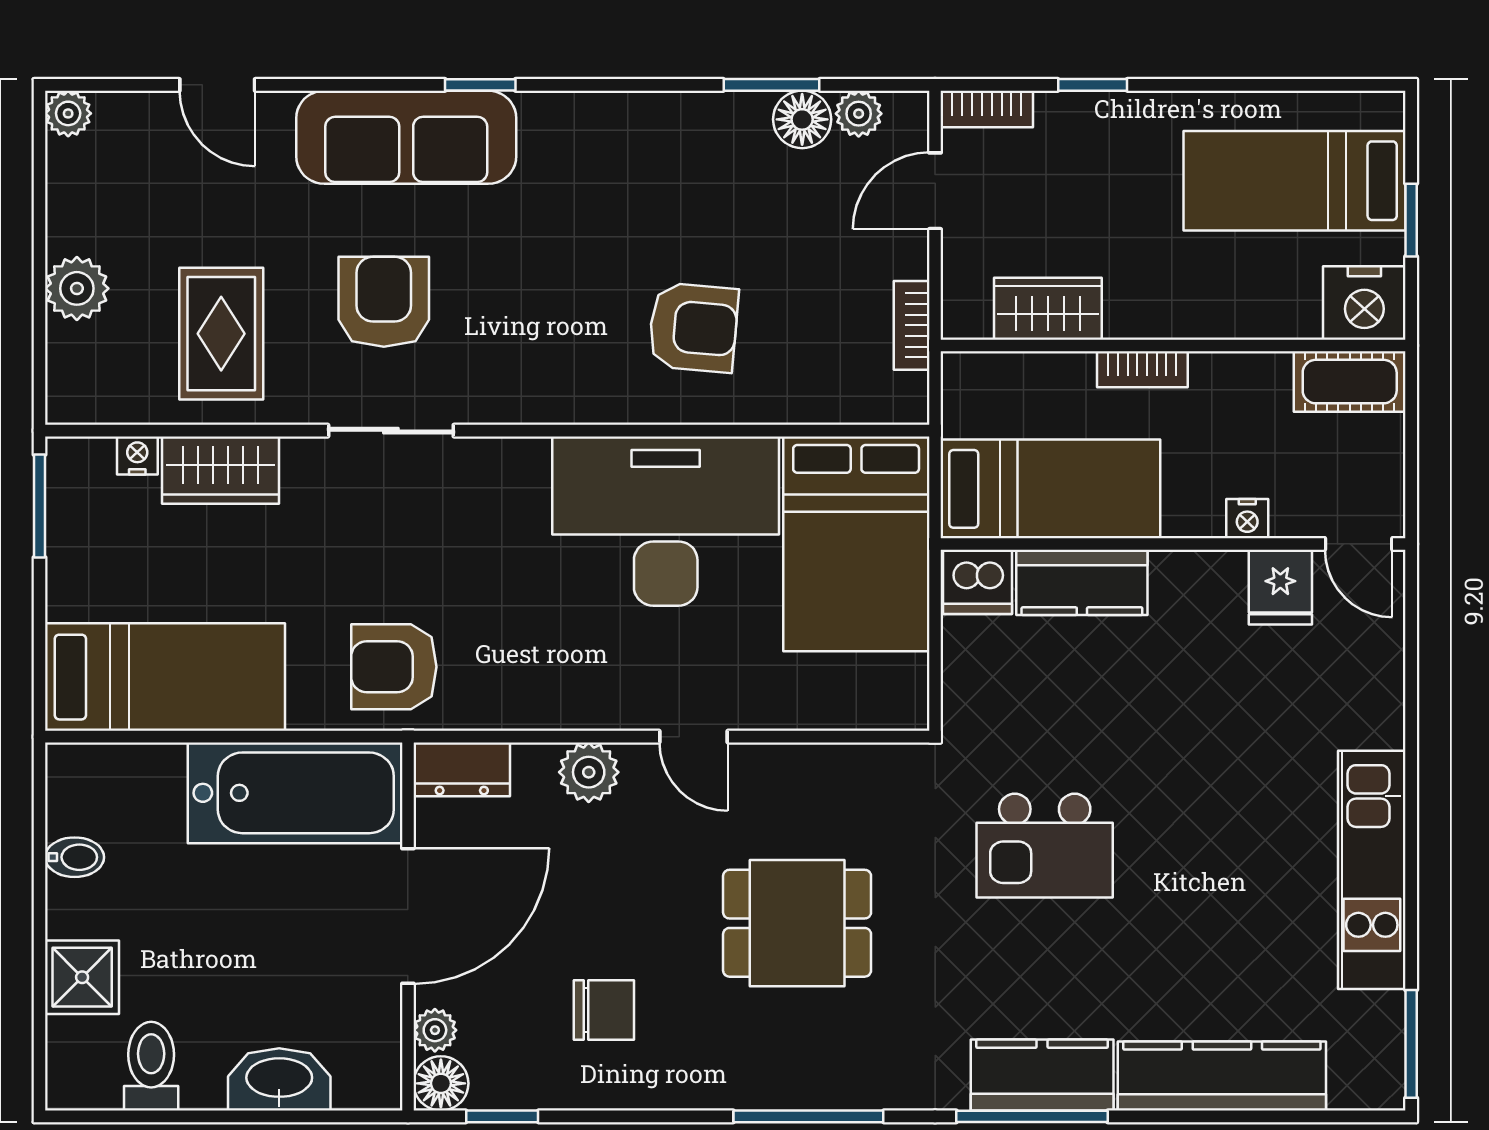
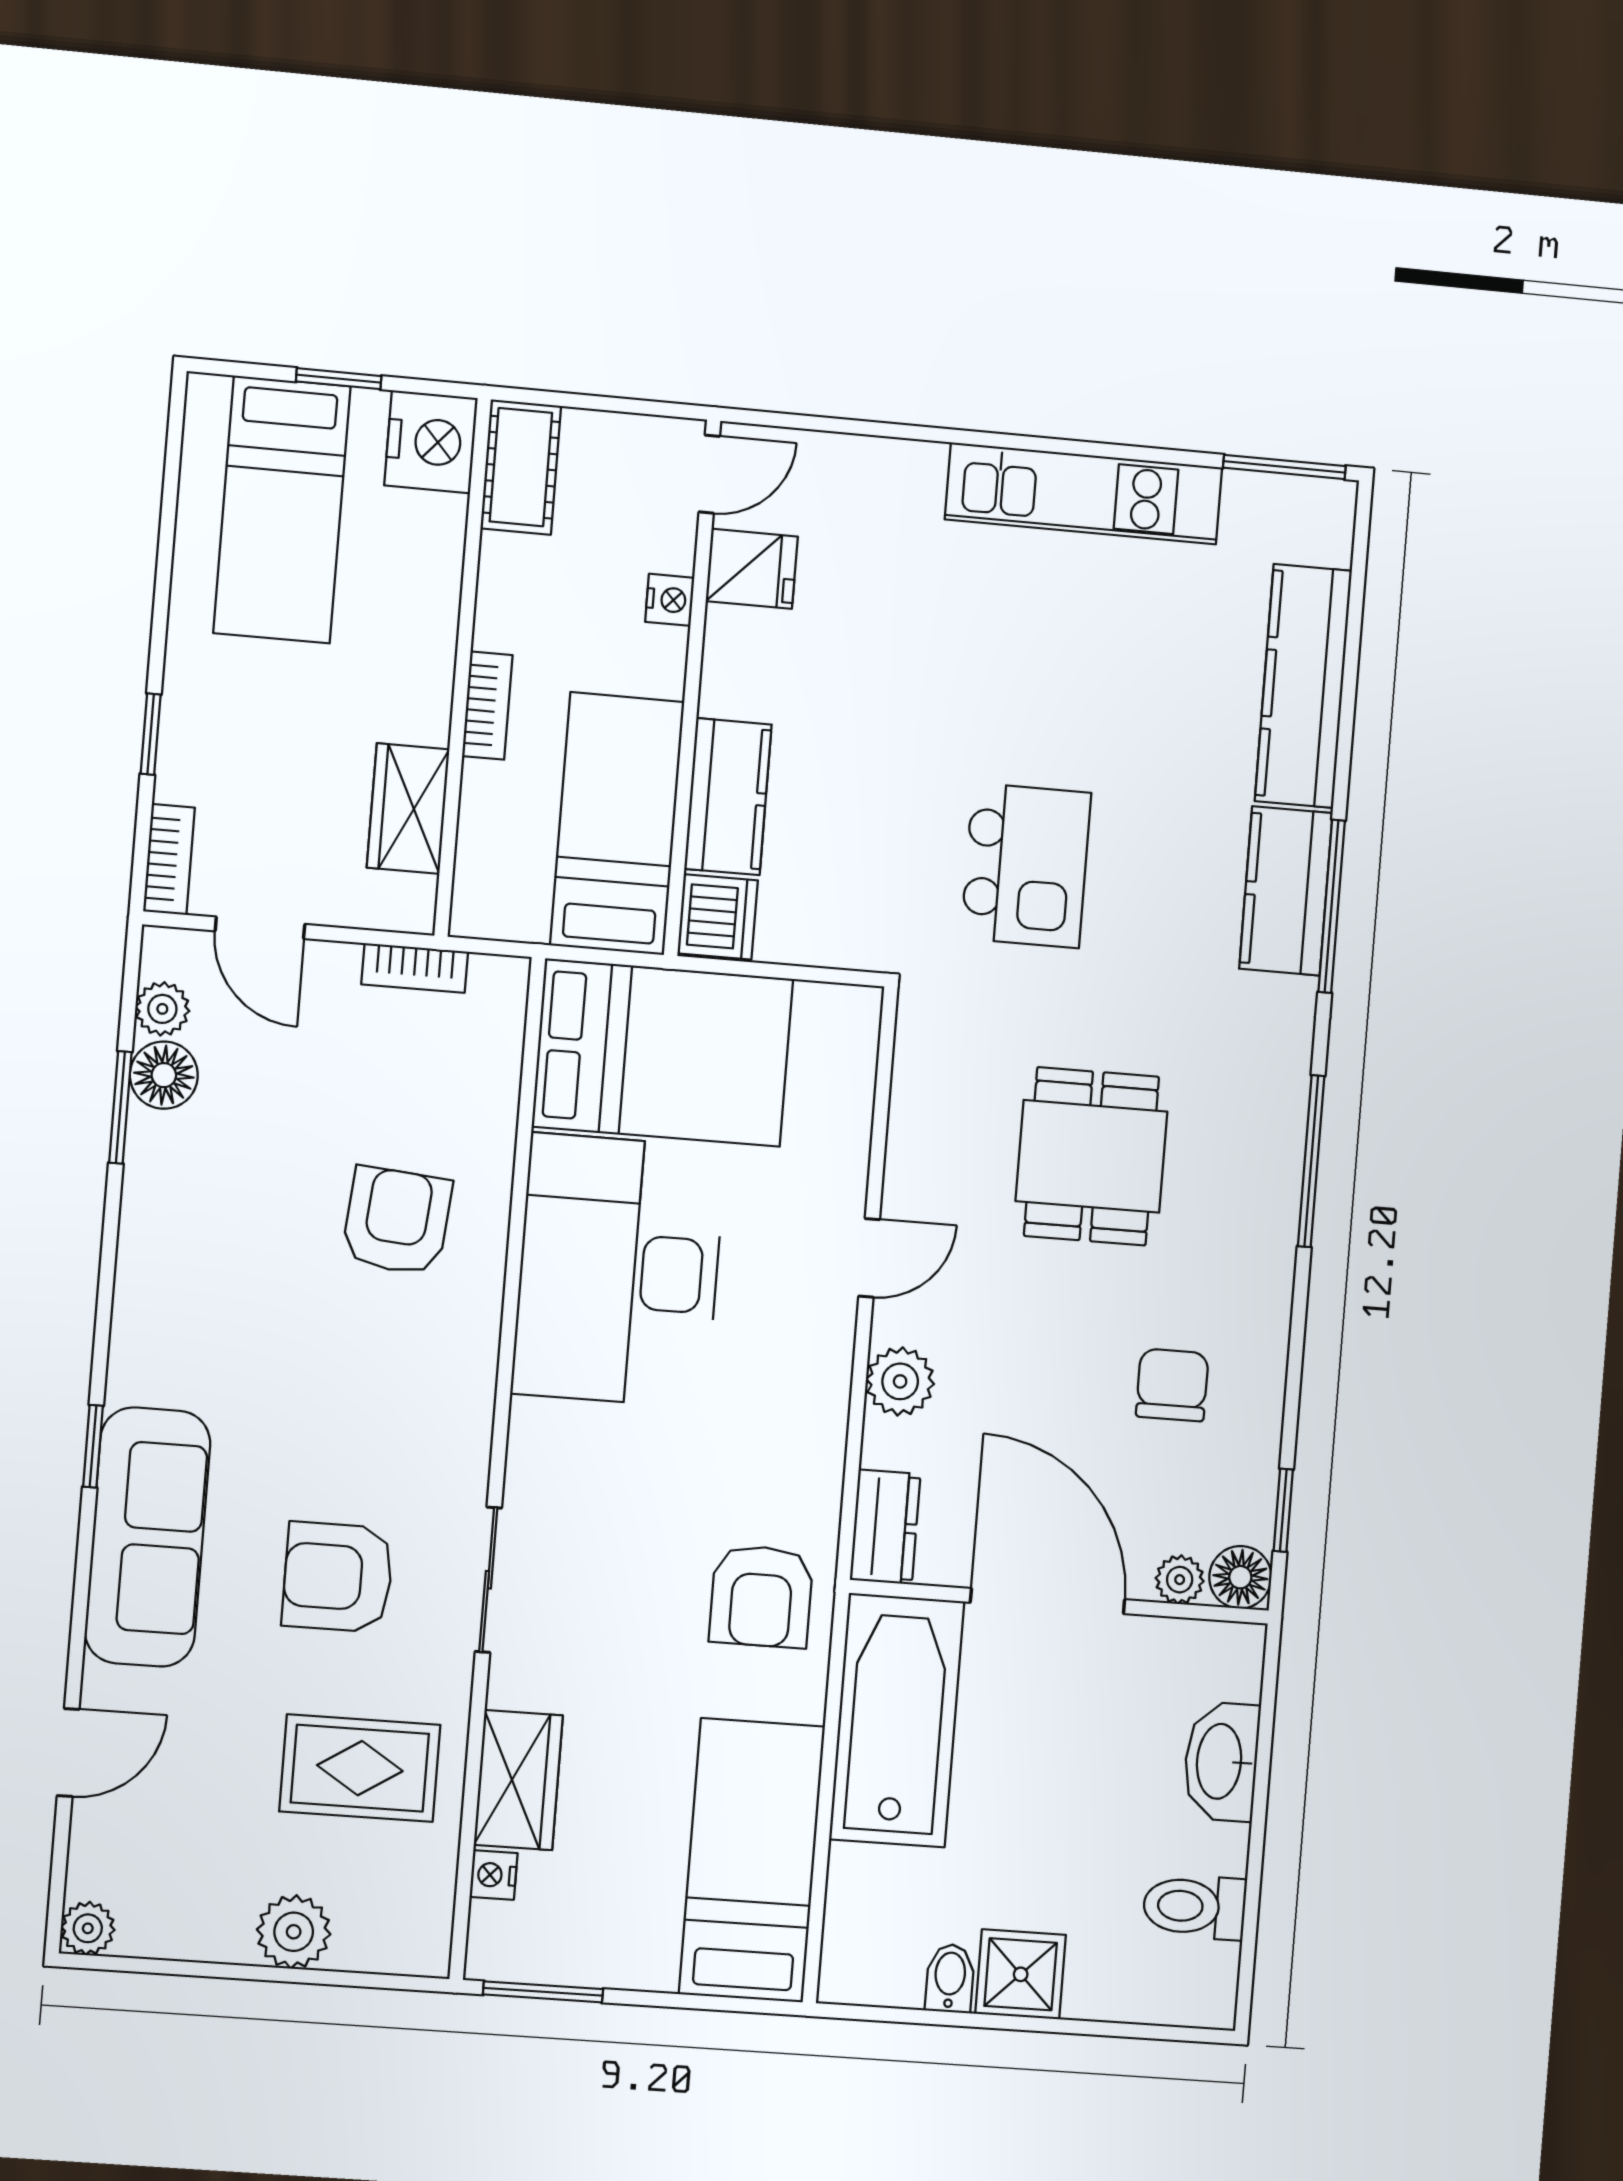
shower: (82, 977) -> (1021, 1974), moved

